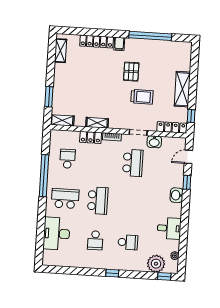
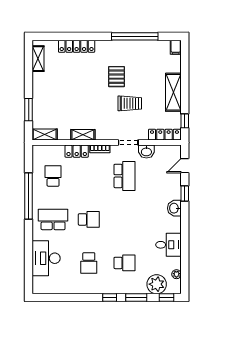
filing cabinet: (119, 44) -> (176, 47), moved
school desk: (98, 201) -> (89, 219), width x0.54
window: (137, 275) -> (136, 298), added

